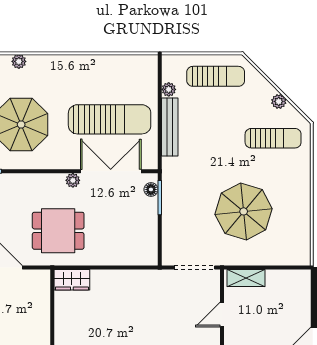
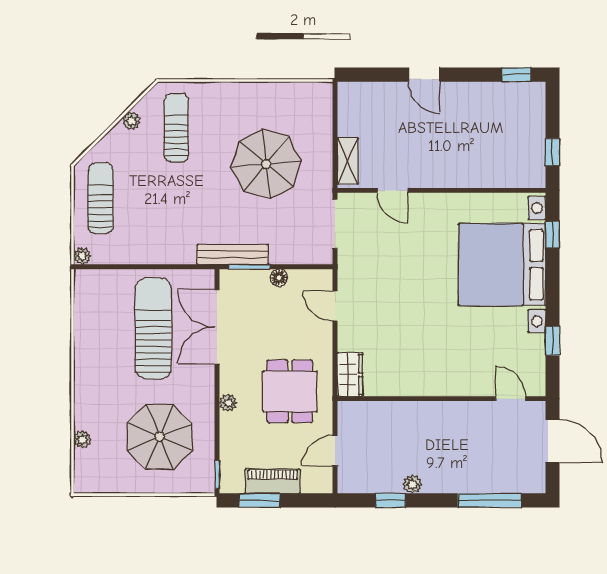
plant: (169, 89) -> (82, 256), moved
bench: (170, 127) -> (233, 254), moved
plant: (73, 180) -> (228, 403), moved
floor lamp: (151, 189) -> (279, 278), moved
door: (128, 268) -> (335, 306), added

